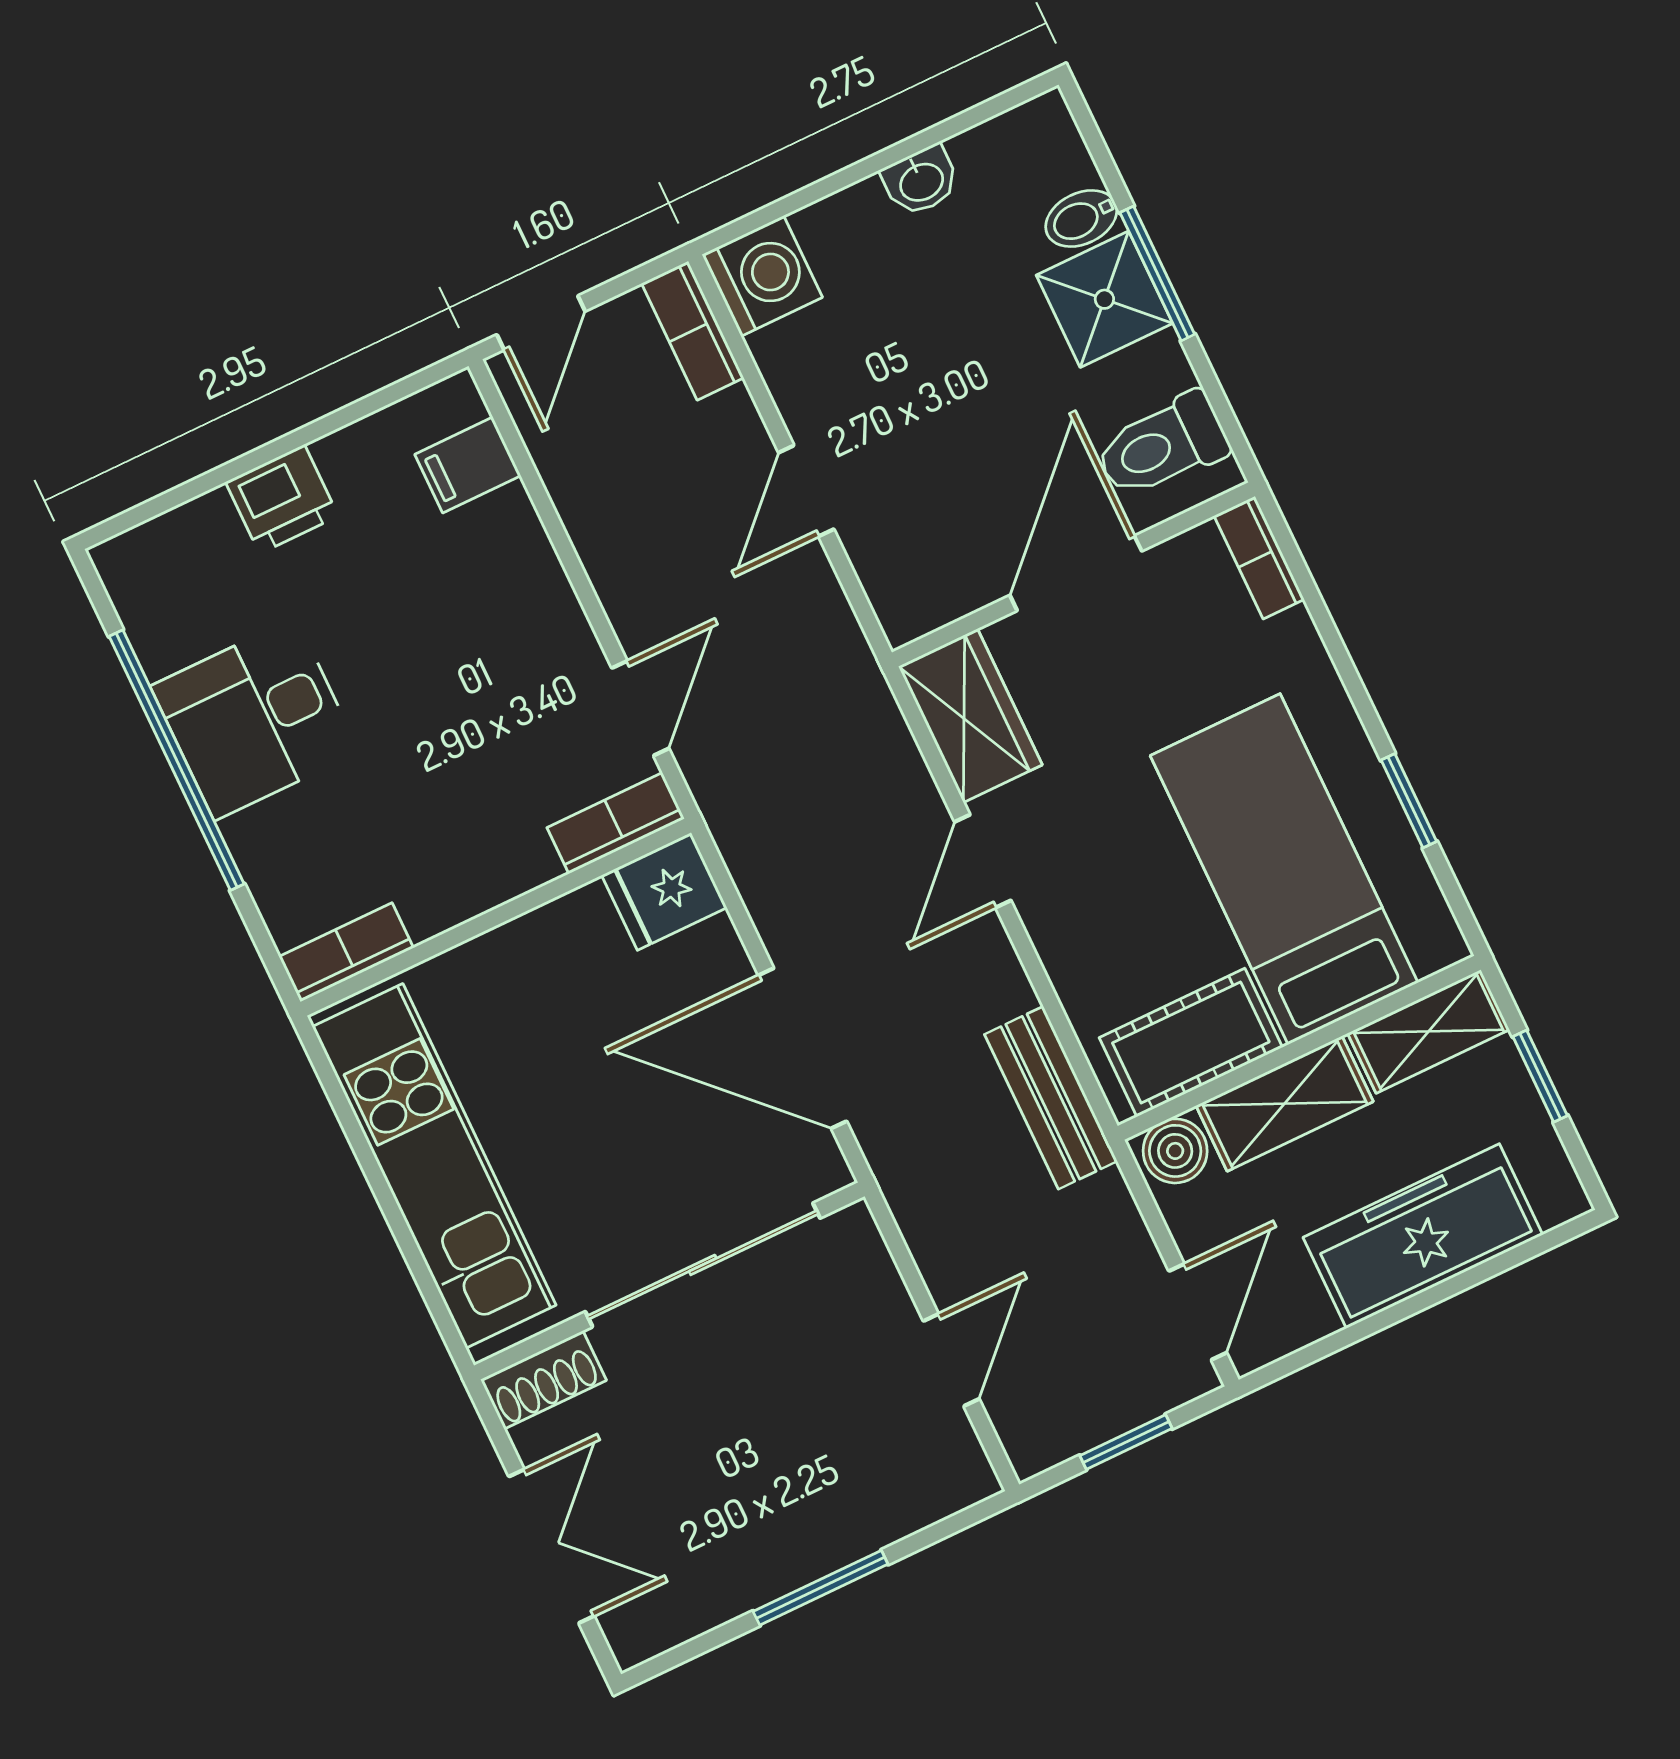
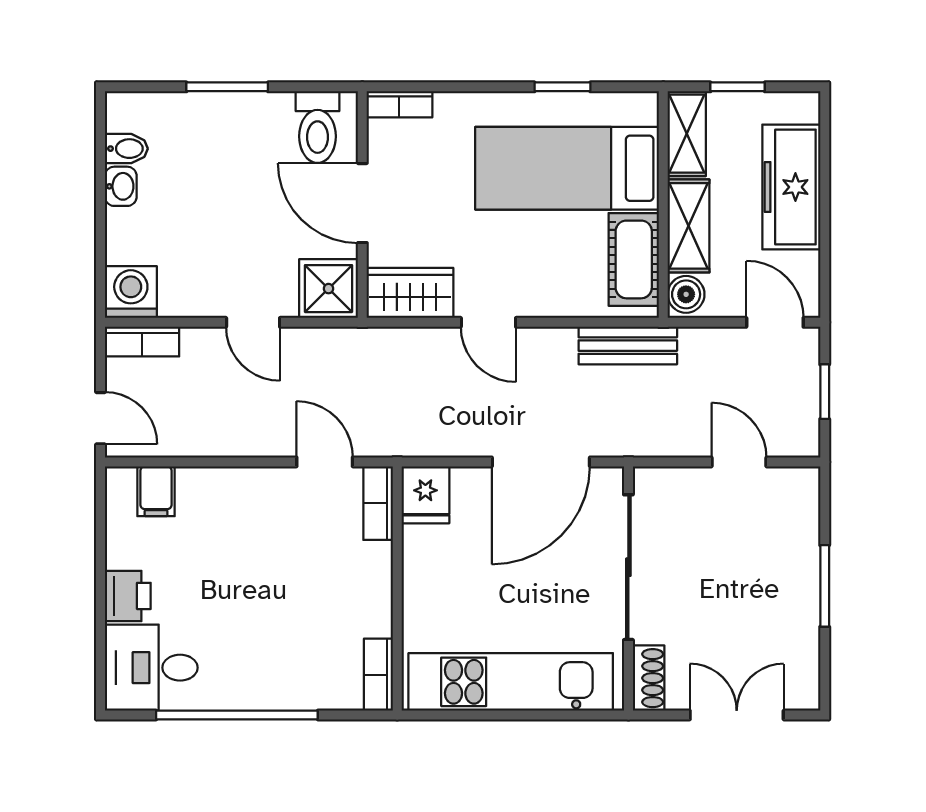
bidet: (1081, 219) -> (126, 149), moved, turned -90
shower: (1104, 299) -> (328, 289), moved
desk: (255, 719) -> (151, 668), moved, turned 90

